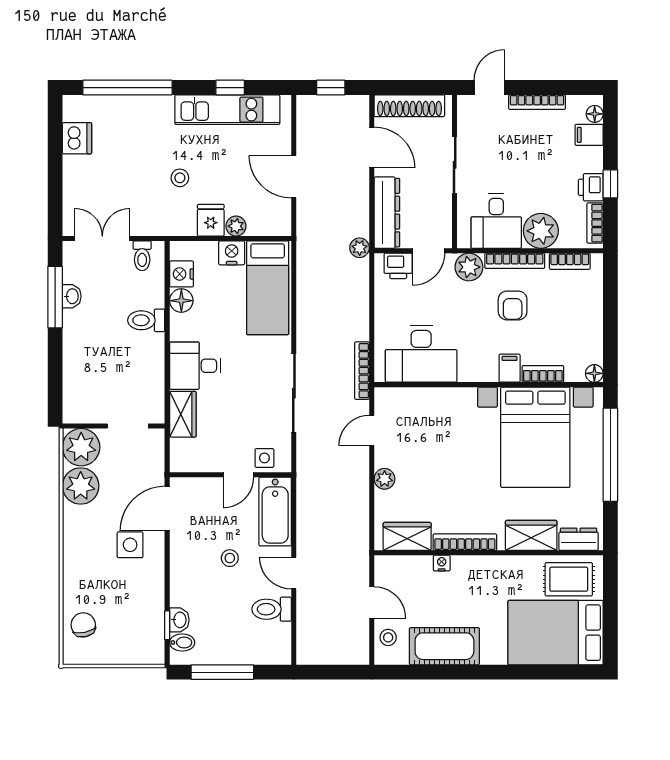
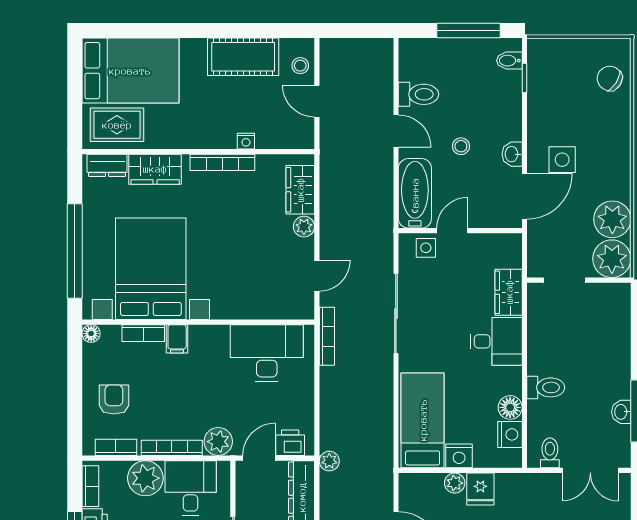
armchair: (513, 305) -> (114, 400), moved
wardrobe: (407, 536) -> (300, 190), moved, turned 90
washbasin: (179, 620) -> (512, 154), moved
chair: (83, 625) -> (610, 78), turned 134

